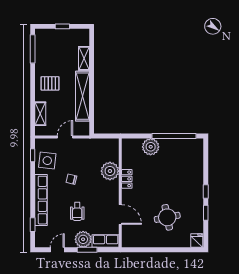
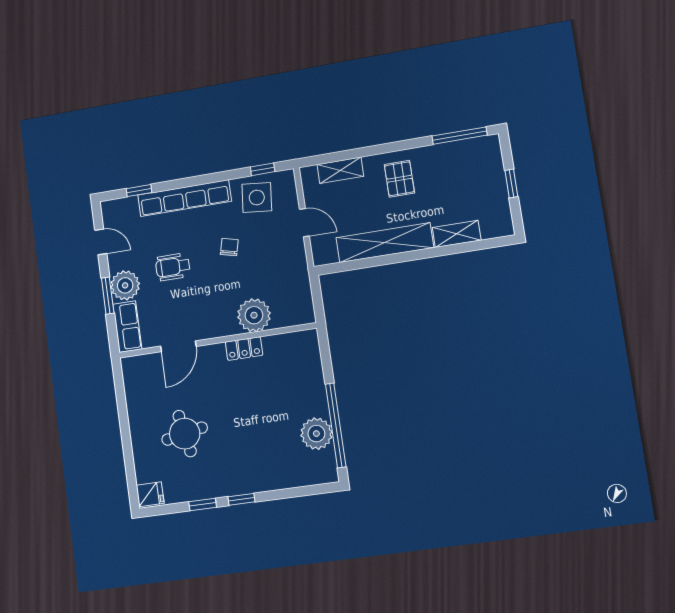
plant: (151, 147) -> (316, 434), moved

